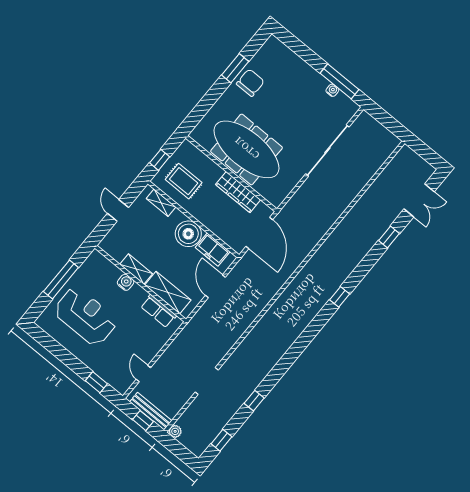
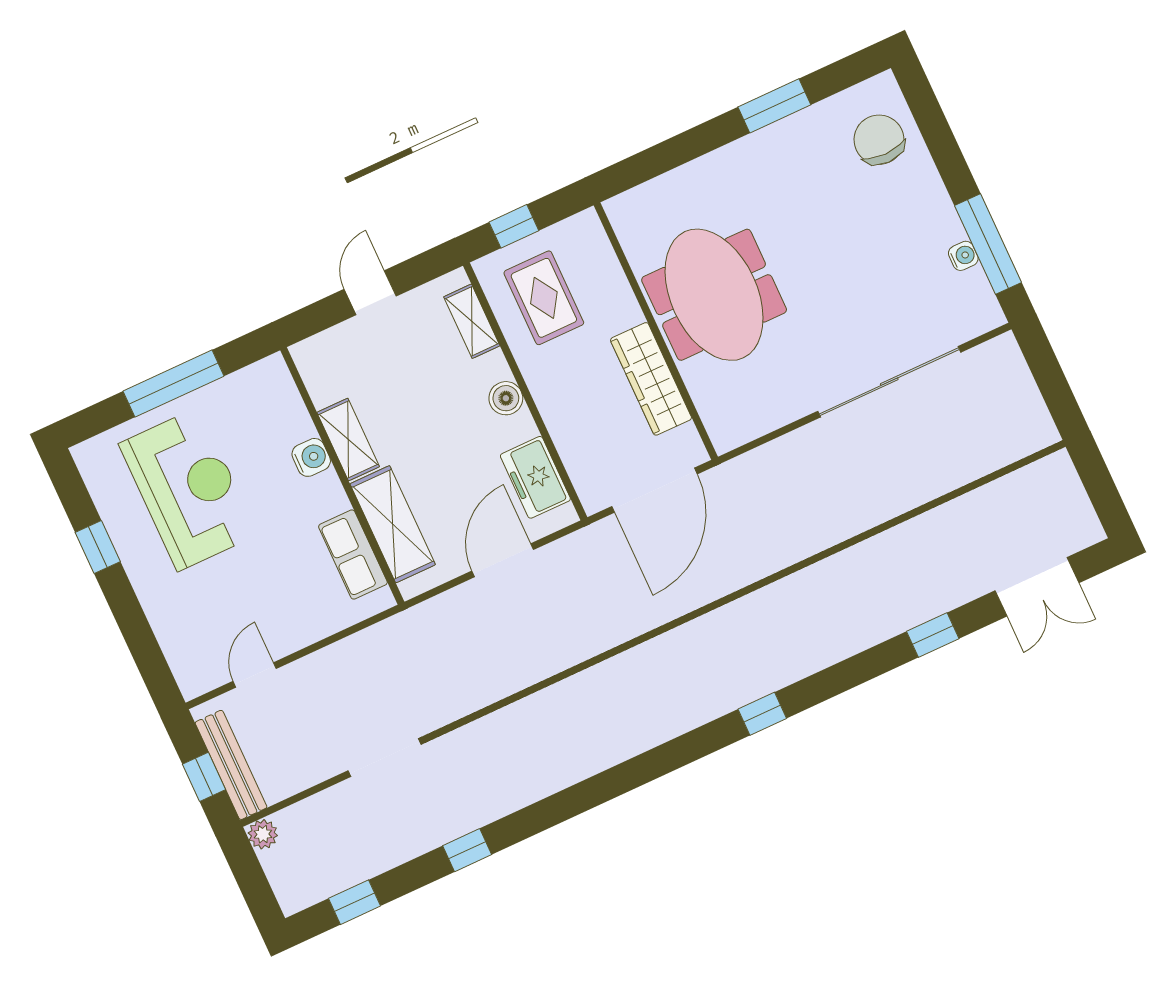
chair: (250, 83) -> (879, 140), moved, turned -90
meeting table: (246, 149) -> (714, 295), width x0.73
boiler: (188, 234) -> (506, 398), width x0.54, depth x0.54
window: (96, 382) -> (98, 547), moved

